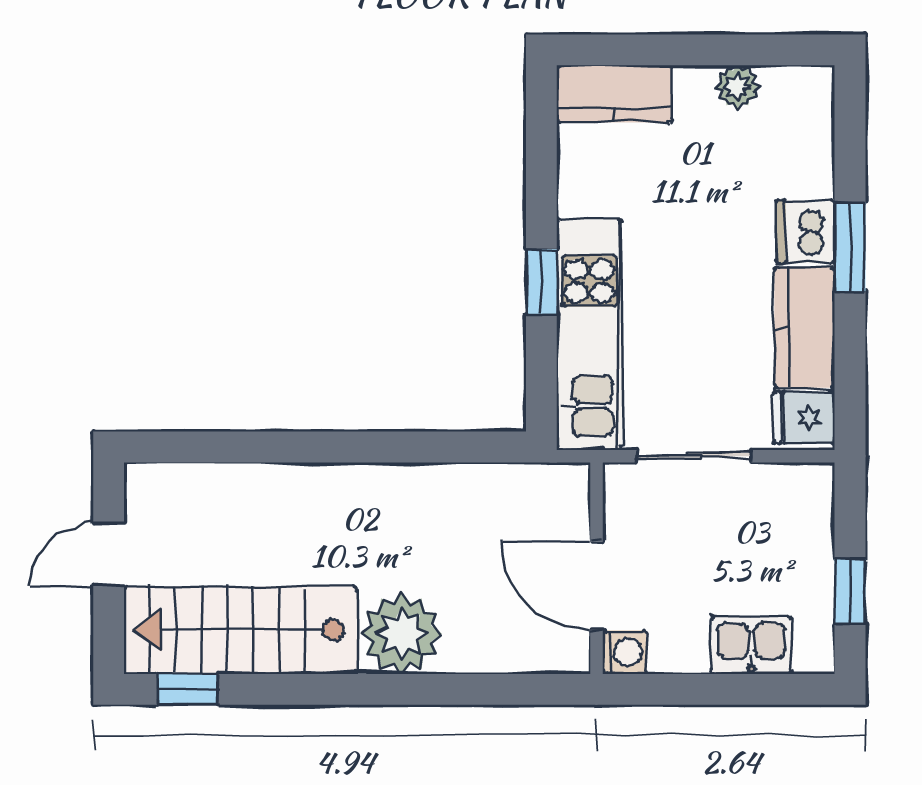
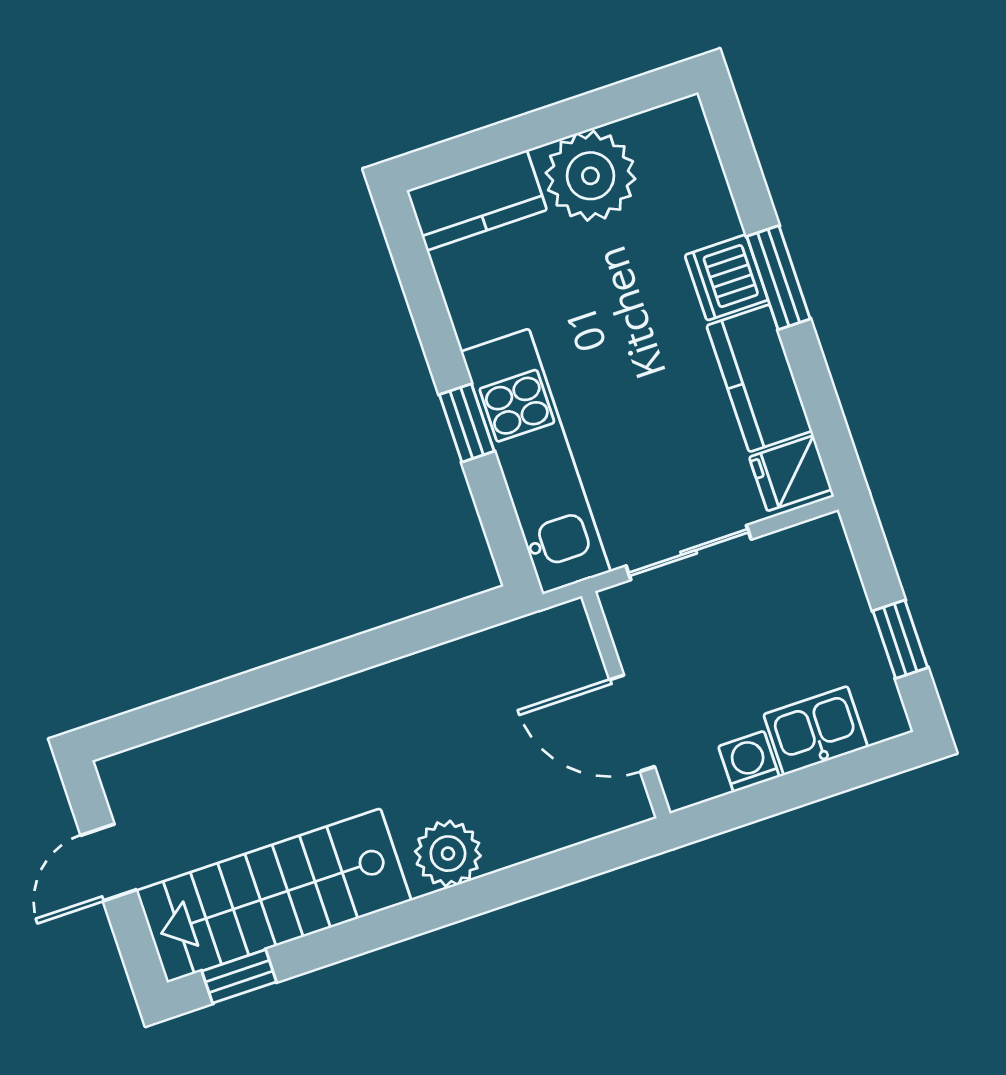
plant: (737, 87) -> (590, 176), width x1.88, depth x1.88
plant: (401, 634) -> (448, 854), width x0.73, depth x0.73
washing machine: (624, 652) -> (749, 762), moved, turned -90

